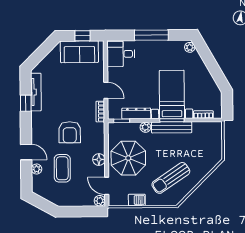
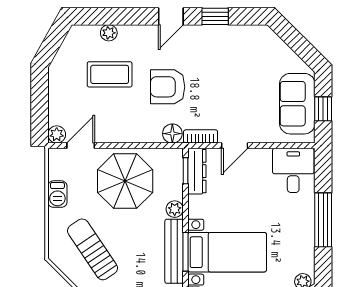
tv unit: (36, 92) -> (233, 33), removed
dresser: (136, 113) -> (197, 171), moved
door: (26, 152) -> (171, 16), moved
floor lamp: (99, 160) -> (172, 134), moved

